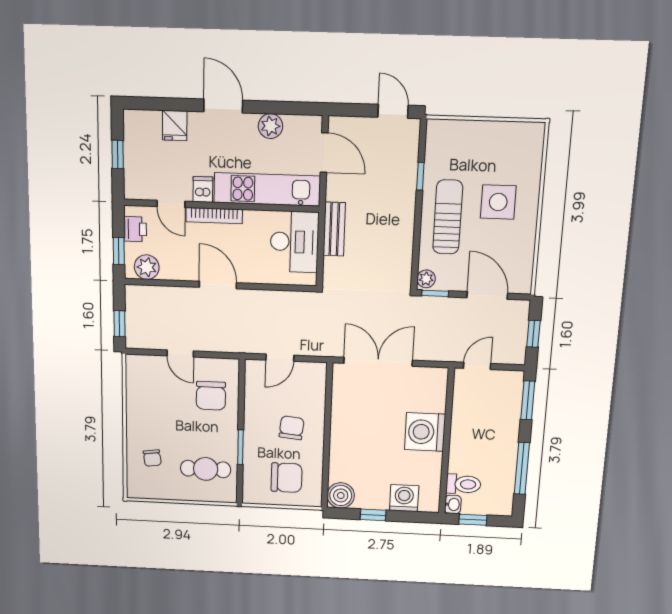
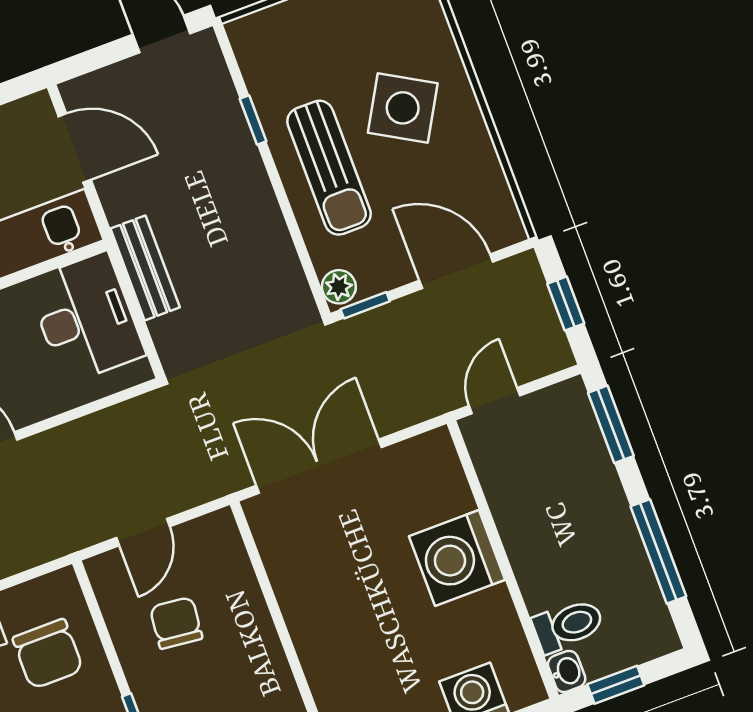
side table: (498, 202) -> (403, 108), turned 30
sun lounger: (448, 217) -> (329, 168), turned 180
chair: (292, 428) -> (176, 623), moved

